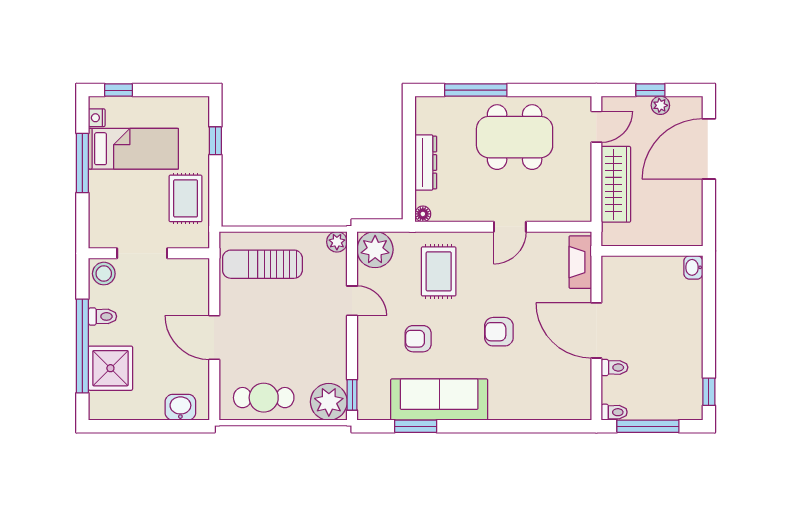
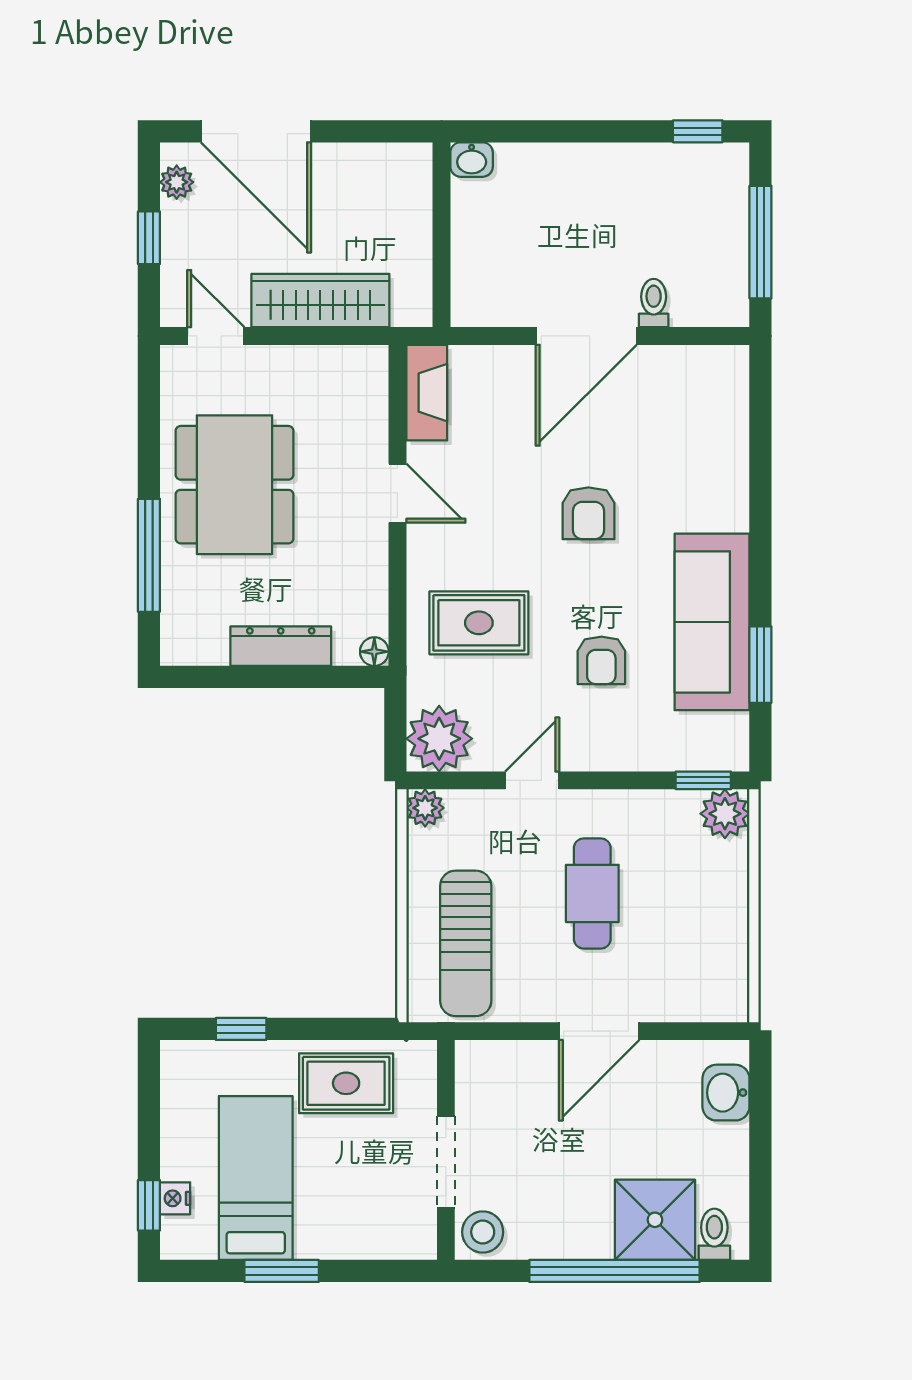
plant: (660, 105) -> (177, 182), moved
nightstand: (97, 118) -> (175, 1198), moved, turned 90
window: (82, 163) -> (282, 1271), width x0.69
fireplace: (580, 262) -> (427, 393), moved, turned -90
toilet: (103, 316) -> (714, 1234), moved
cafe table: (264, 398) -> (592, 893), moved
plant: (329, 402) -> (725, 814), width x0.73, depth x0.73
toilet: (614, 412) -> (735, 304), removed

